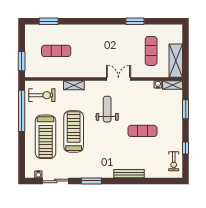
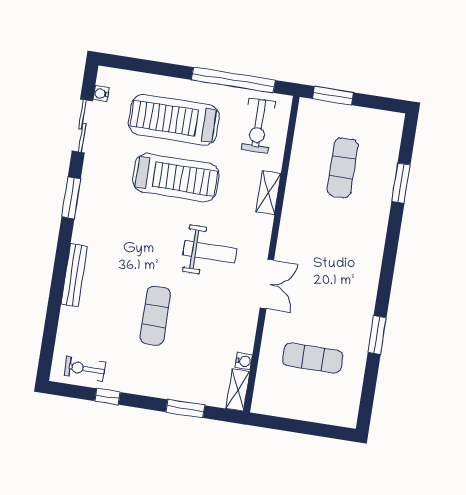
window: (49, 21) -> (401, 183), moved
shelving: (176, 61) -> (286, 404), removed

